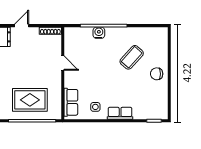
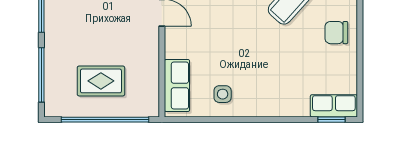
rug: (30, 100) -> (101, 81), width x0.73, depth x0.70
row of seats: (120, 113) -> (334, 106), moved

